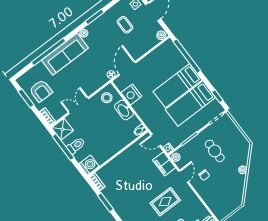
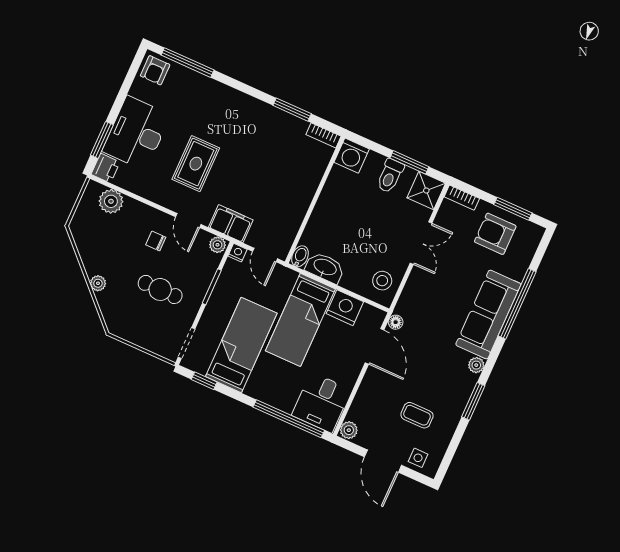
desk: (167, 55) -> (321, 402), added
bed: (178, 86) -> (300, 320), moved, turned 180
washbasin: (124, 110) -> (325, 268), moved
door: (156, 140) -> (265, 255), swing flipped
window: (63, 147) -> (409, 162), width x0.69
plant: (215, 206) -> (111, 201), added

